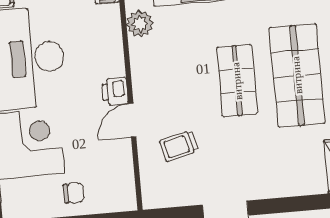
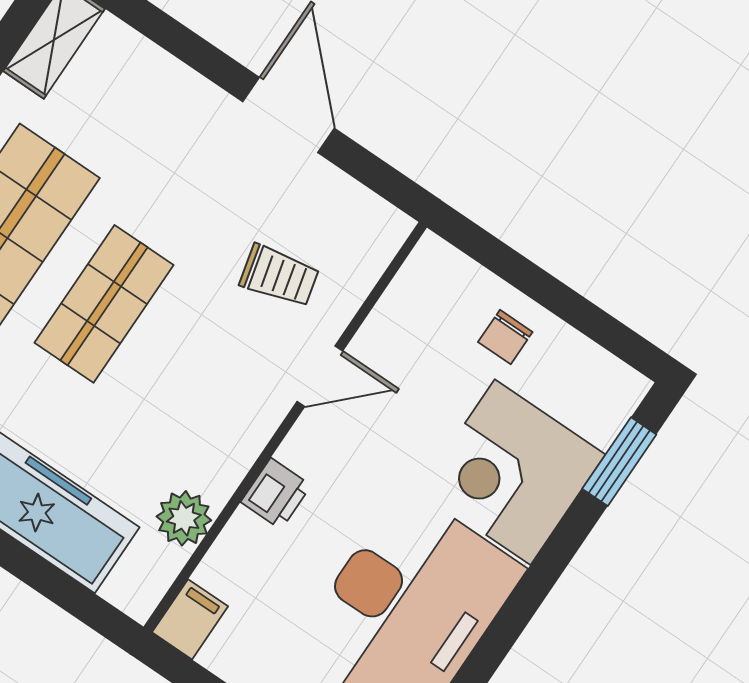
printer: (115, 91) -> (276, 494), moved
chair: (74, 193) -> (505, 337), turned -89

